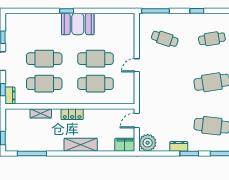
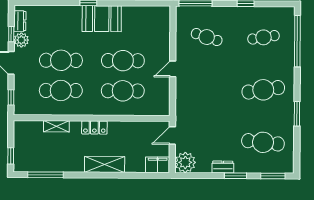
plant: (11, 42) -> (21, 40), added
dresser: (10, 96) -> (20, 21), moved

